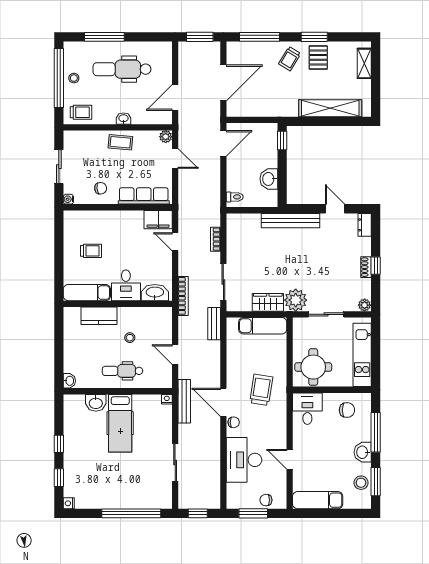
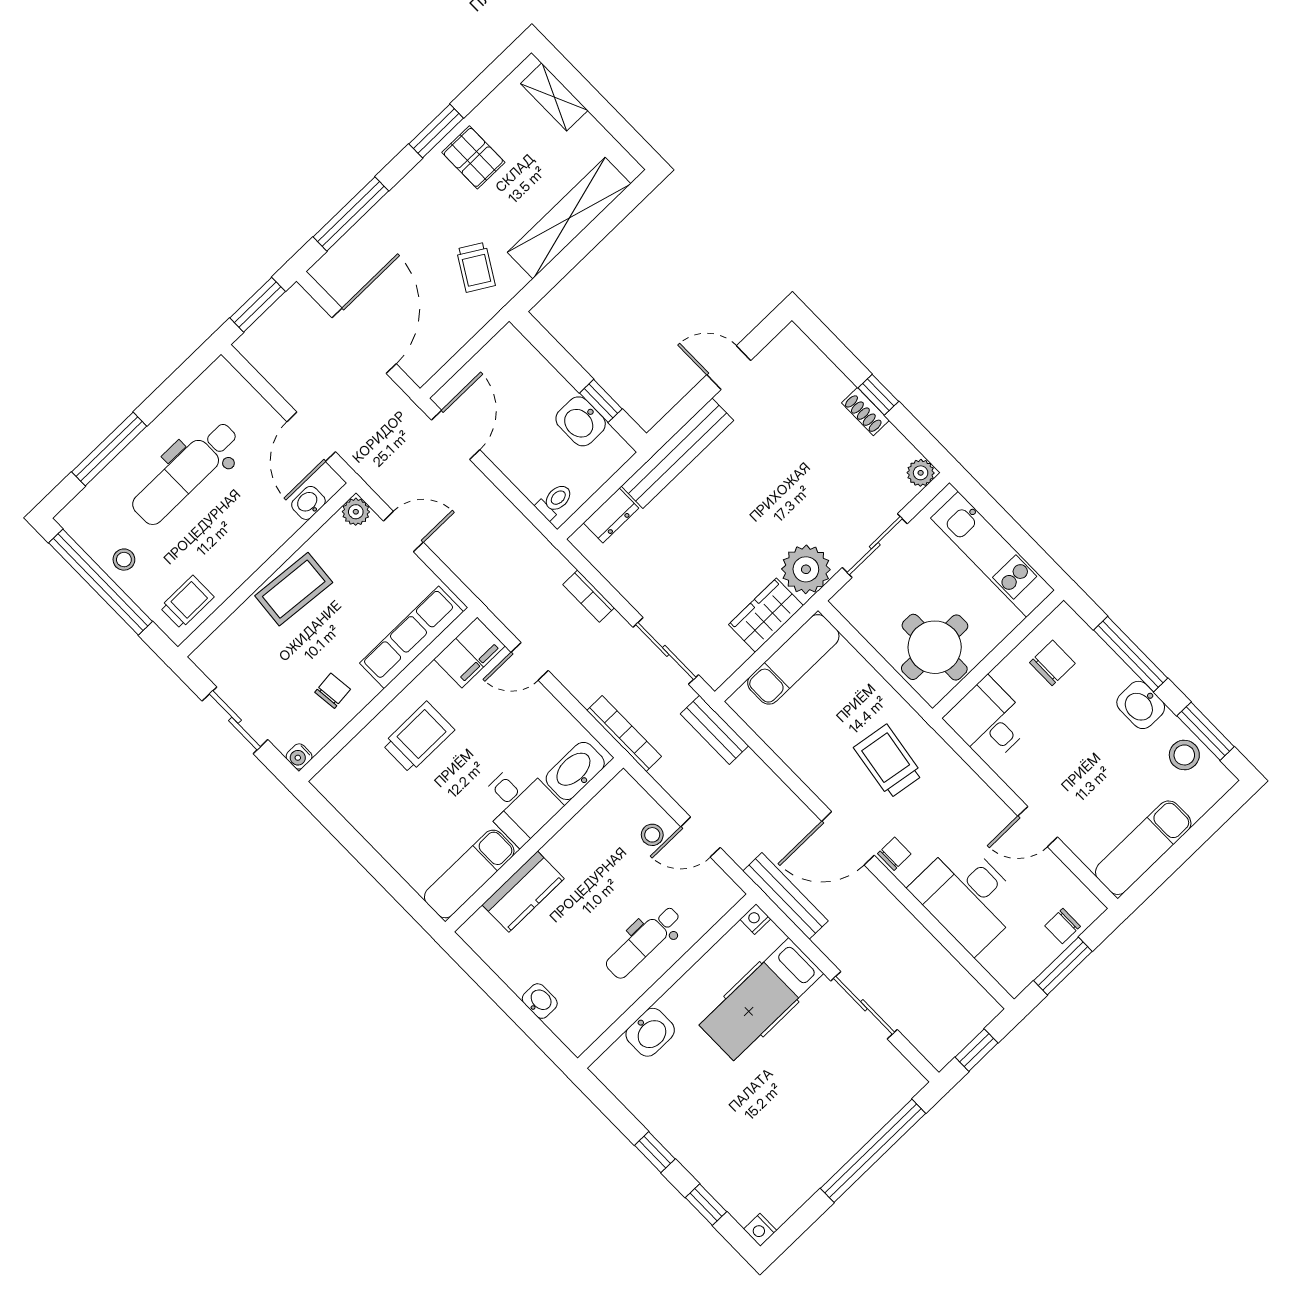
trolley: (290, 59) -> (476, 267), moved
washbasin: (124, 119) -> (308, 503), moved
window: (282, 141) -> (601, 401), moved
coffee table: (120, 142) -> (294, 589), width x1.36, depth x1.30
dresser: (365, 225) -> (611, 516), moved, turned -90
trolley: (91, 251) -> (418, 737), moved, width x1.36, depth x1.39
stool: (130, 338) -> (652, 835), moved
washbasin: (69, 381) -> (540, 1001), moved
hospital bed: (120, 423) -> (761, 999), moved, turned 90

